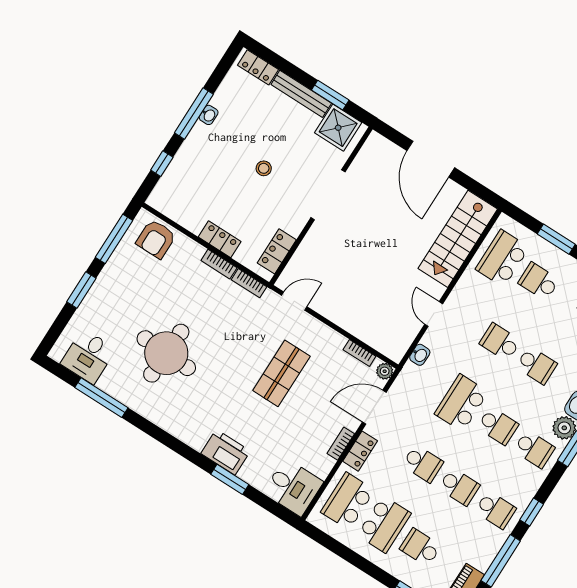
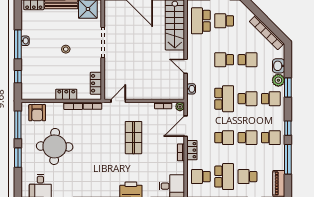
round table: (166, 353) -> (55, 146), moved
school desk: (461, 403) -> (224, 99), turned 180
school desk: (348, 501) -> (201, 177), width x0.54

